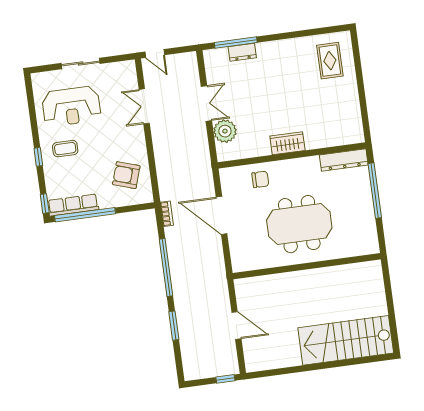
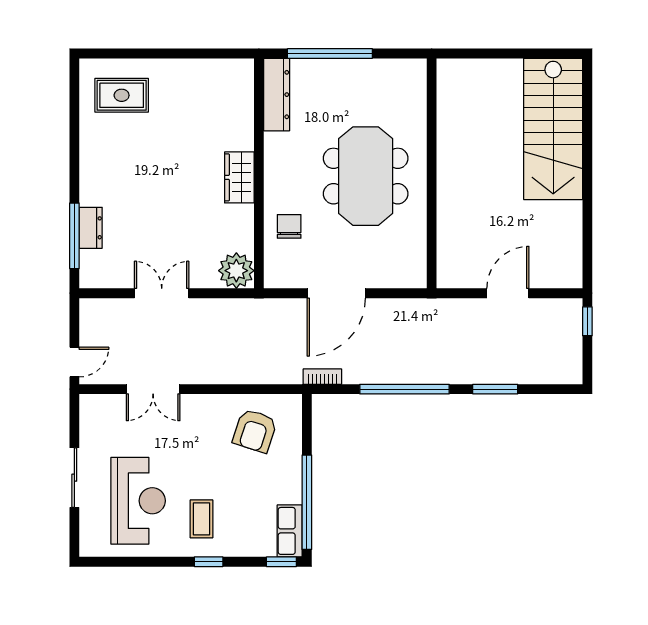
plant: (225, 131) -> (236, 271), moved
row of seats: (73, 205) -> (290, 531), width x0.68

